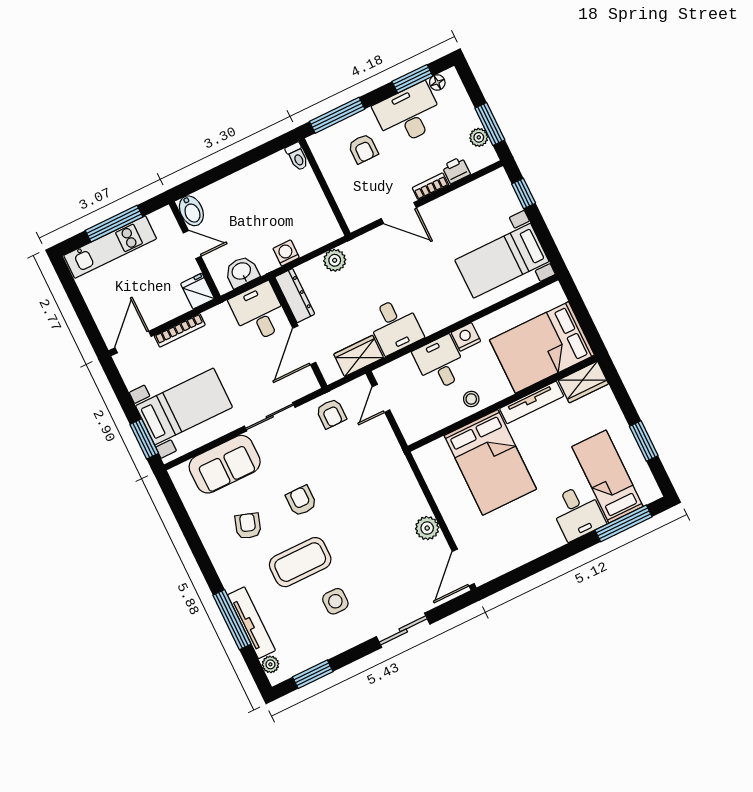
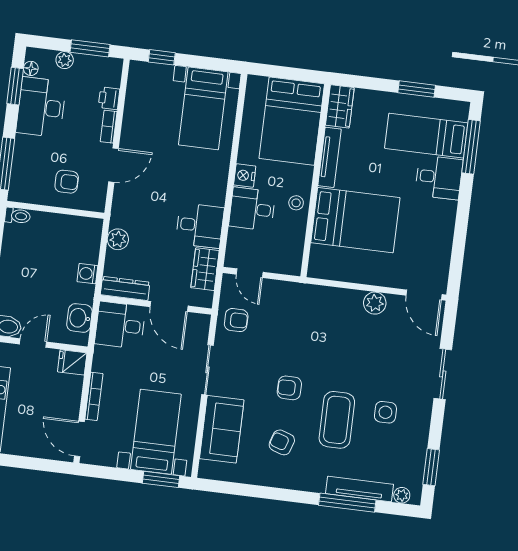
plant: (479, 137) -> (65, 60), moved
armchair: (363, 149) -> (67, 182), moved

